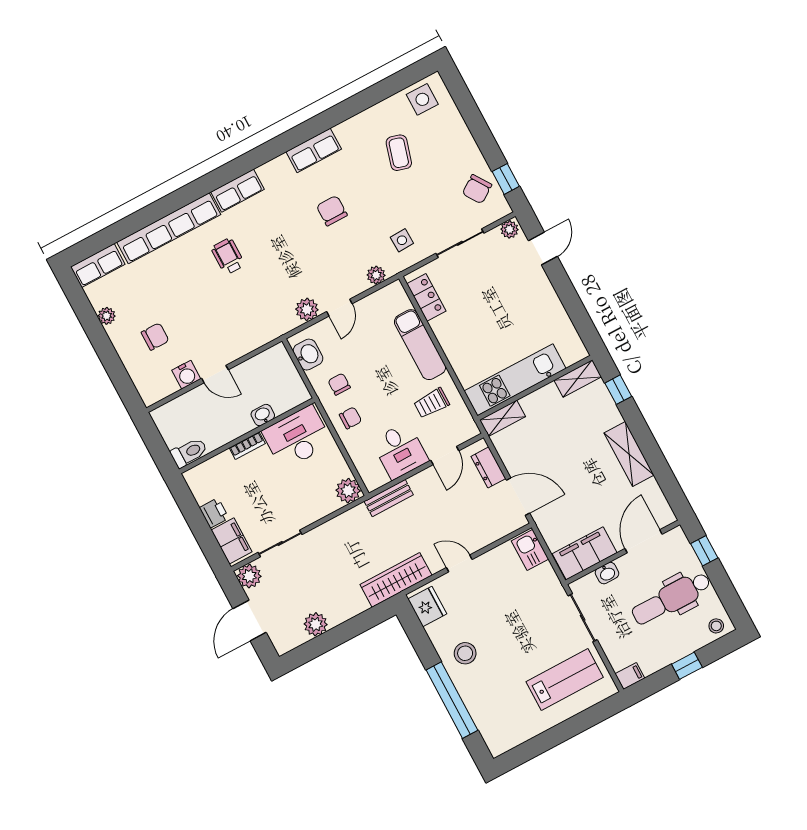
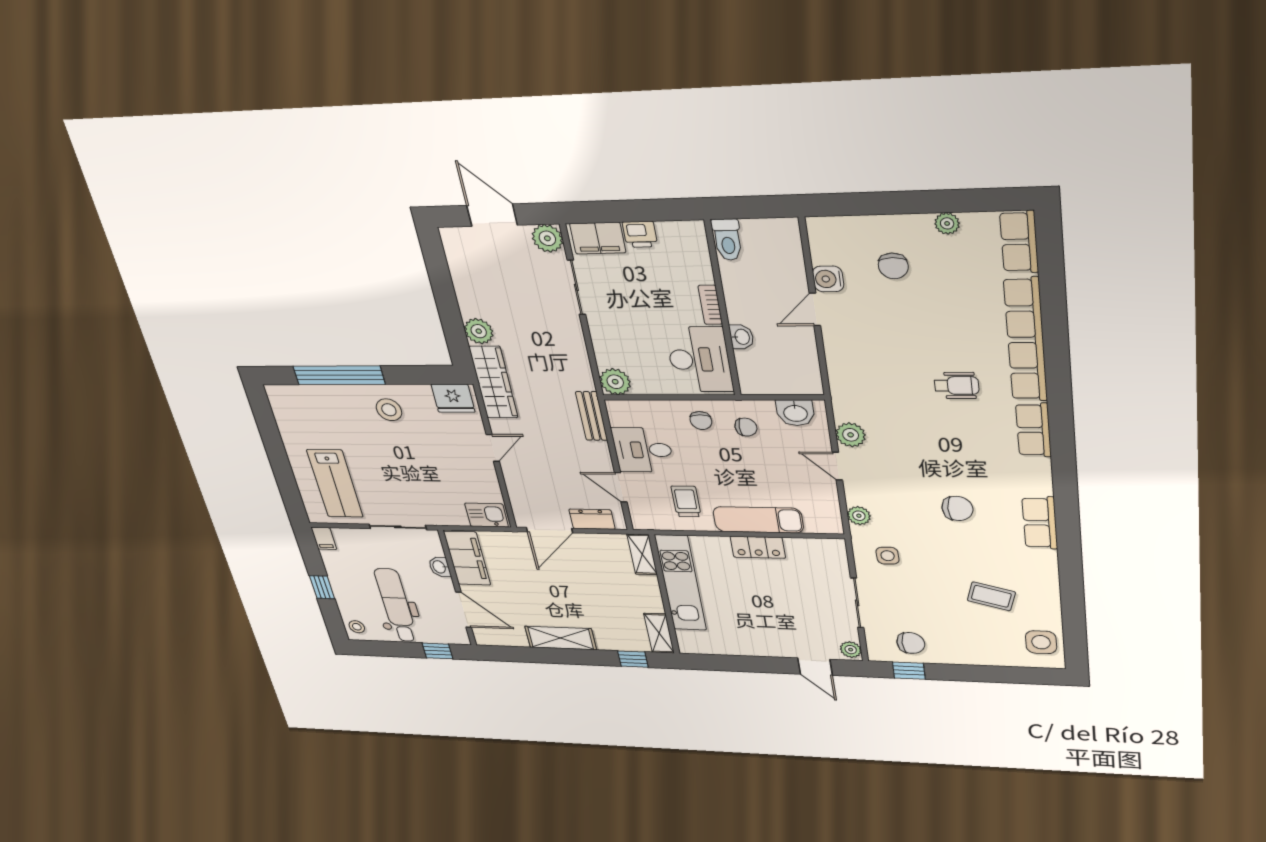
chair: (477, 189) -> (911, 643), turned 124
locker: (426, 297) -> (758, 547), moved
plant: (316, 624) -> (479, 331), moved

